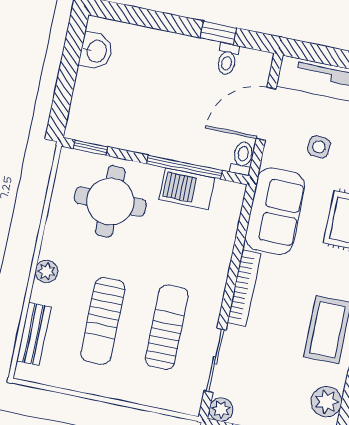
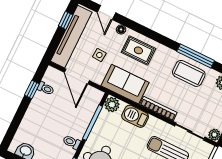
toilet: (242, 158) -> (72, 142), moved
barbecue: (187, 189) -> (135, 116), moved, turned 90
plant: (229, 196) -> (112, 105), added

